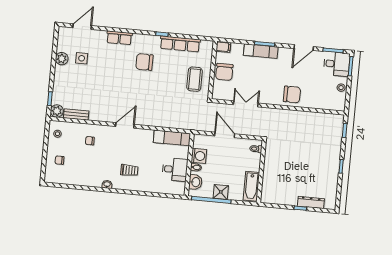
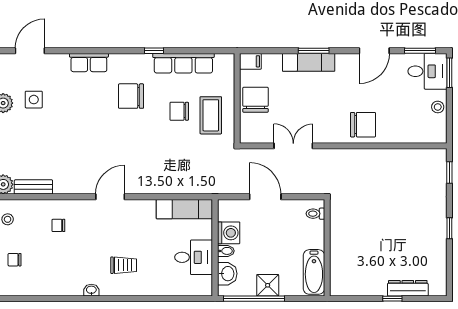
chair: (224, 72) -> (256, 100), turned 180
chair: (174, 75) -> (179, 111), added

